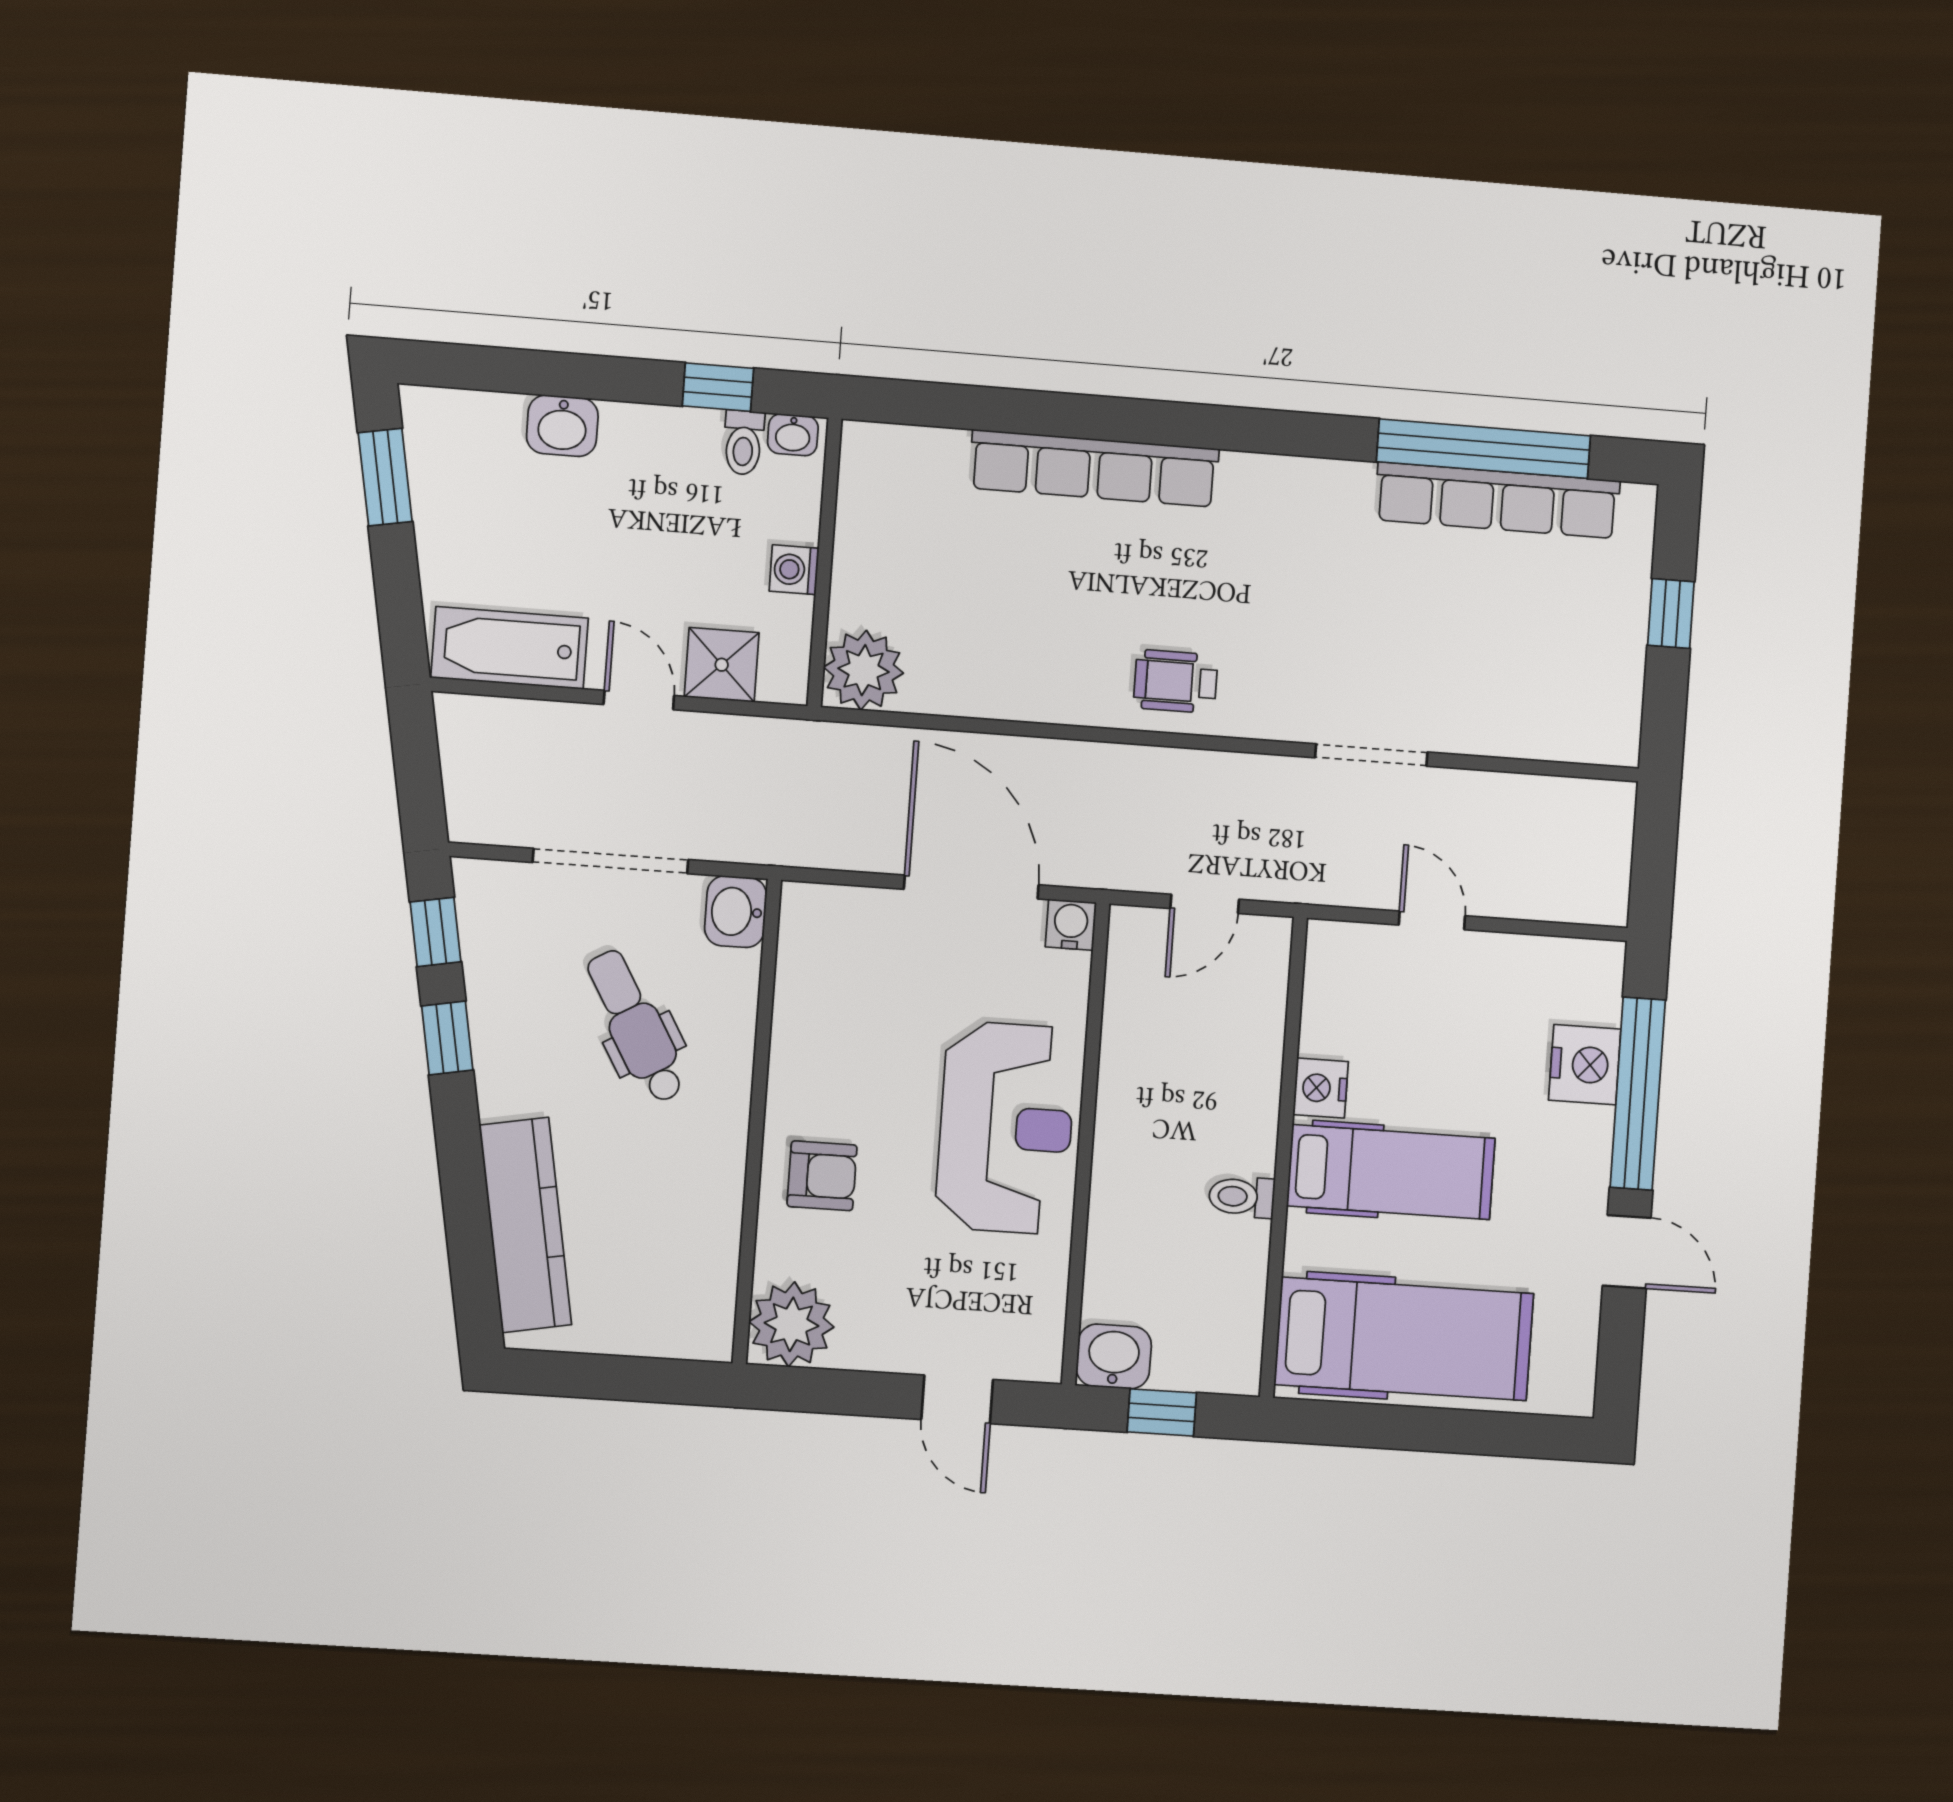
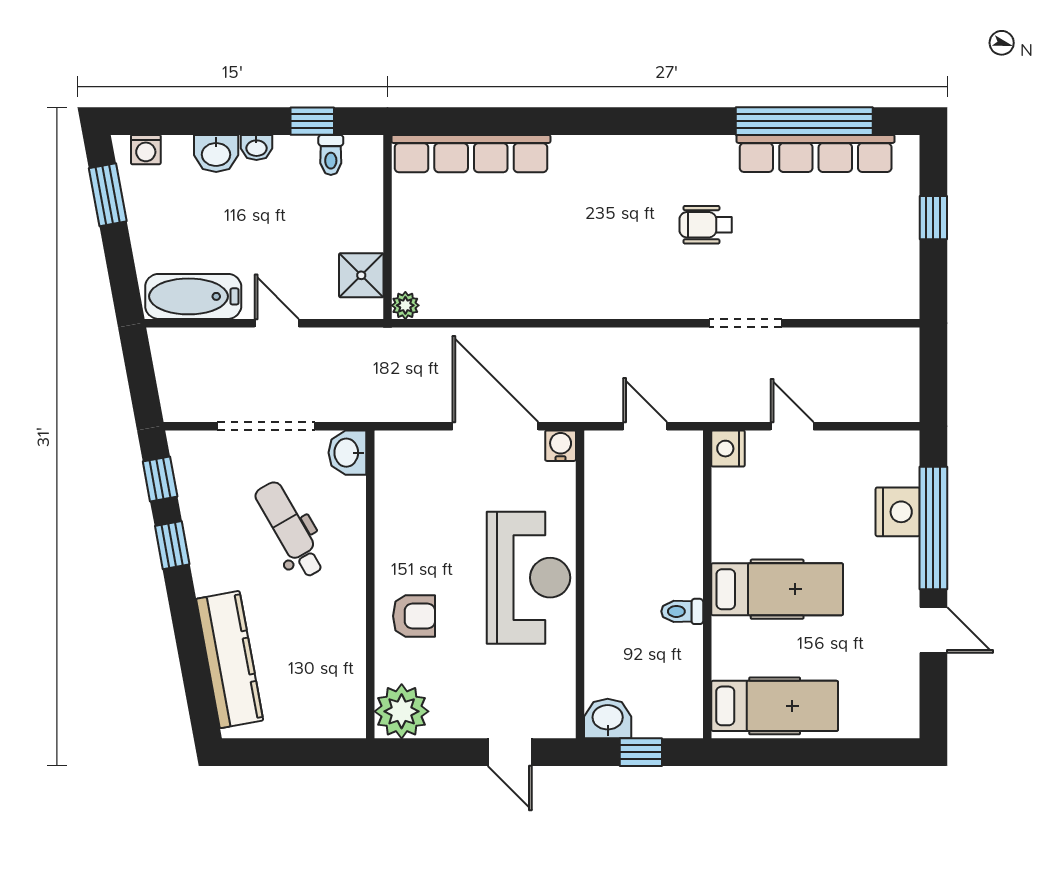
washbasin: (793, 435) -> (256, 147), moved
row of seats: (1094, 468) -> (471, 154), moved
washing machine: (794, 570) -> (146, 150), moved, turned -90
shower: (722, 665) -> (361, 275), moved
plant: (864, 670) -> (405, 305), width x0.53, depth x0.53
wheelchair: (1176, 681) -> (706, 225), moved
door: (1205, 904) -> (645, 426), swing flipped
nightstand: (1321, 1088) -> (728, 449), moved
hospital bed: (1404, 1339) -> (775, 706), width x0.73, depth x0.78

